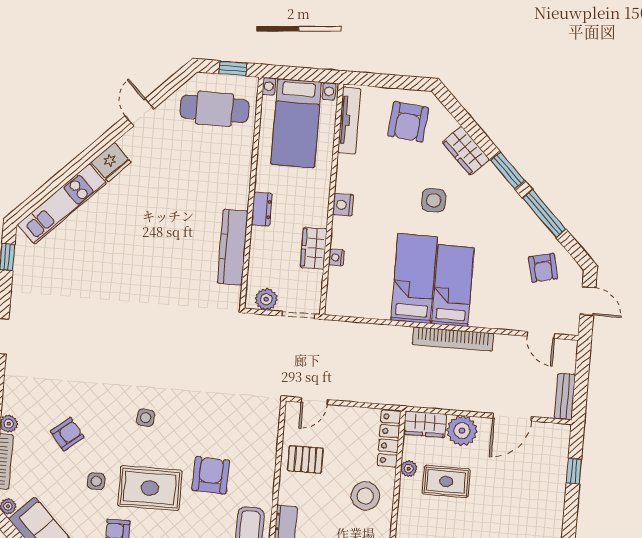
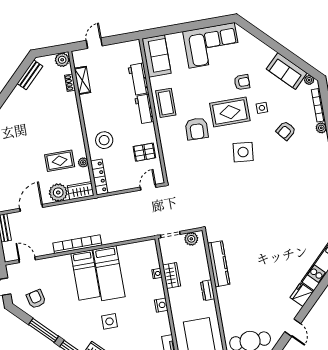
side table: (146, 418) -> (243, 152), width x1.87, depth x1.87

